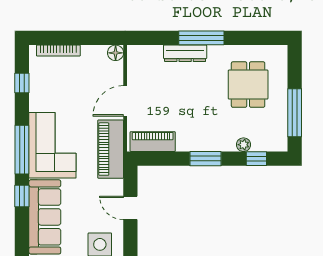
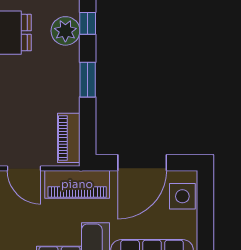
plant: (244, 145) -> (65, 31), width x1.88, depth x1.88
door: (130, 208) -> (142, 163), width x1.88

